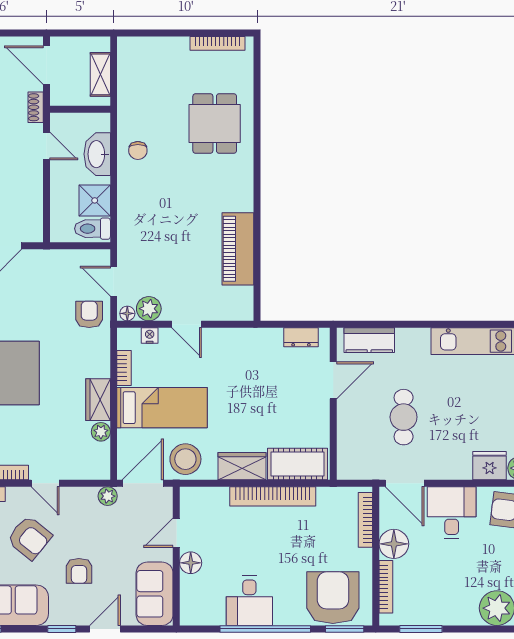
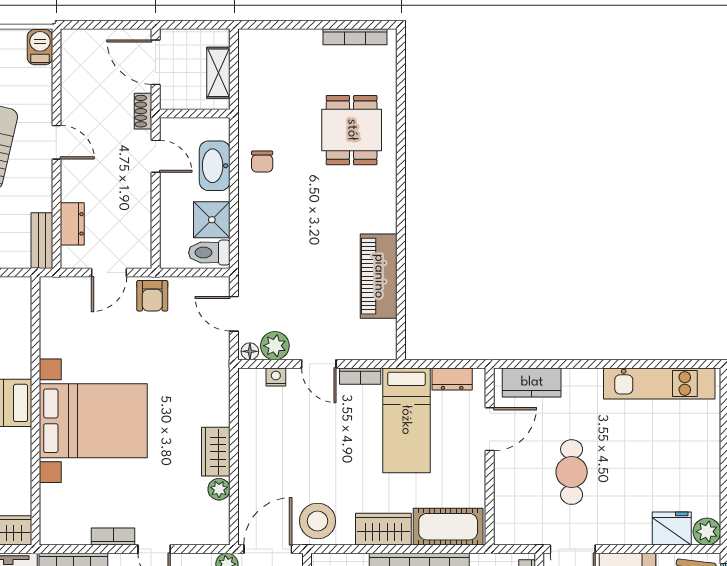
armchair: (89, 314) -> (152, 296), moved, turned 180
bookcase: (124, 368) -> (360, 376), moved, turned 90
bed: (162, 408) -> (406, 420), moved, turned 90

